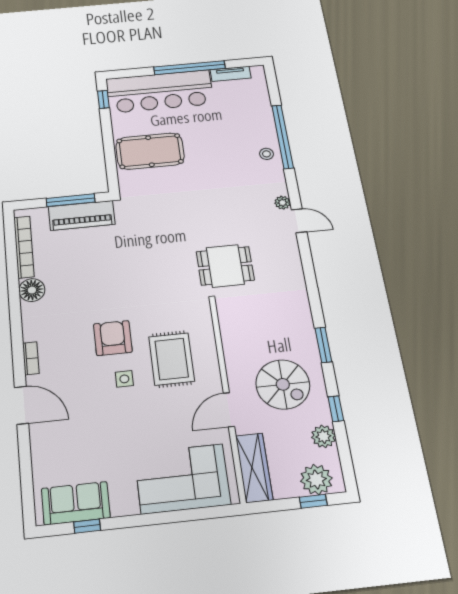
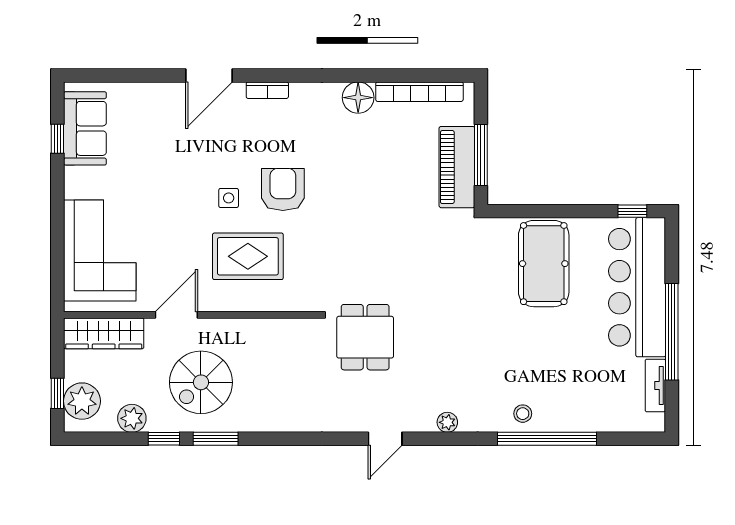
door: (299, 221) -> (385, 439), moved
armchair: (113, 338) -> (283, 190), turned -90
window: (323, 345) -> (216, 439), moved
door: (229, 410) -> (176, 315), hinge flipped

